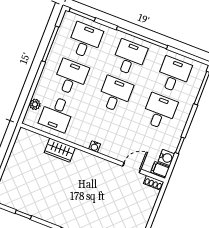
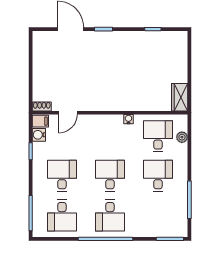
desk: (85, 41) -> (158, 215), removed
desk: (71, 77) -> (158, 176), turned 180
desk: (115, 94) -> (110, 176), turned 180
desk: (160, 111) -> (62, 176), turned 180
water cooler: (95, 147) -> (128, 119), moved
wardrobe: (60, 150) -> (180, 97), moved, turned -90

